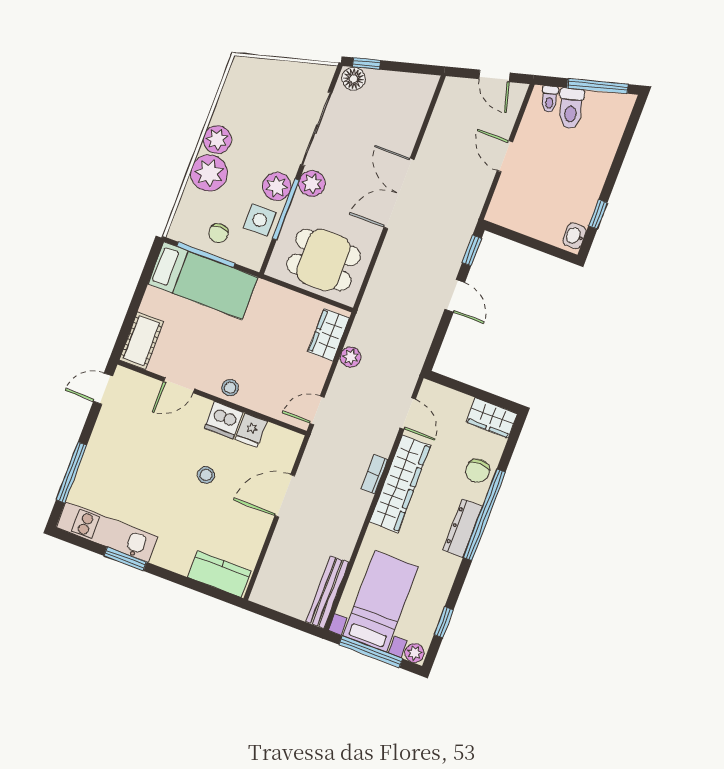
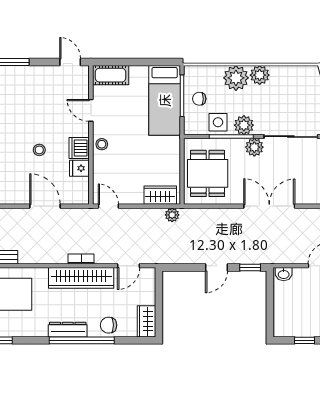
washbasin: (574, 236) -> (284, 274), moved, turned 180
plant: (351, 357) -> (172, 215), moved

